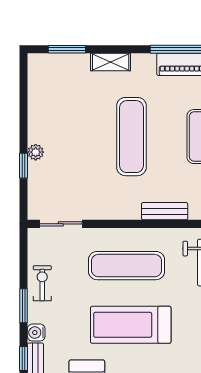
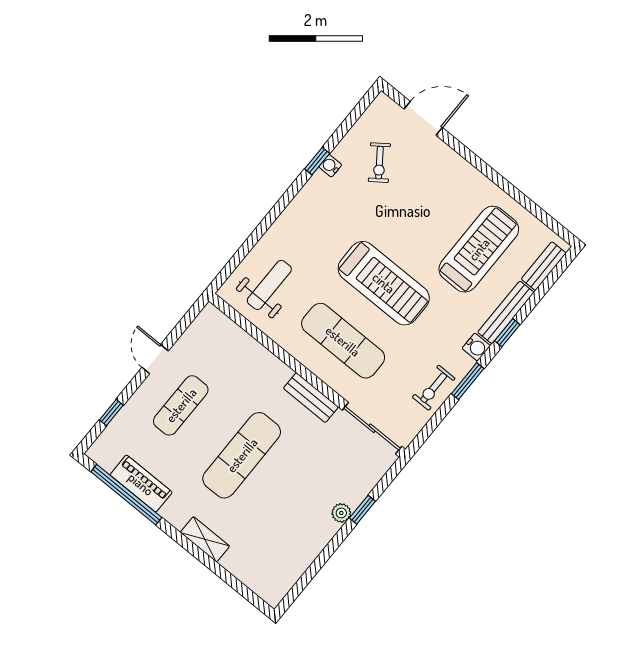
window: (67, 49) -> (235, 584), removed
bench: (165, 211) -> (311, 398), moved
sliding door: (61, 224) -> (372, 428), width x1.37

